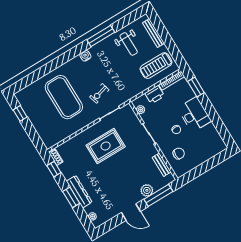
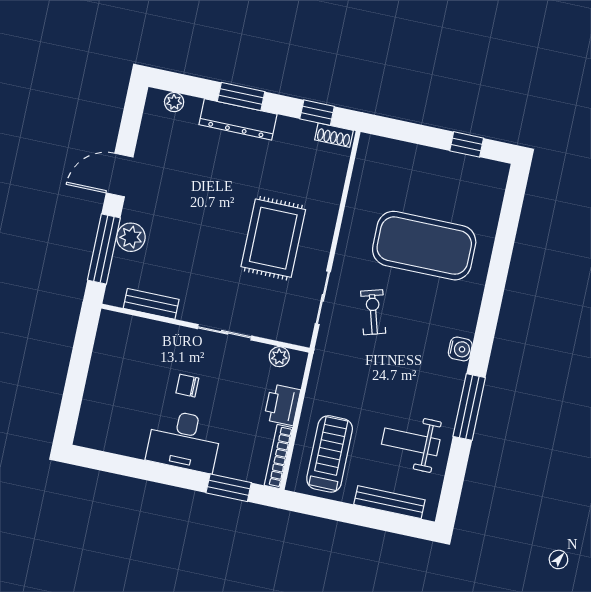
chair: (179, 153) -> (143, 351), removed

